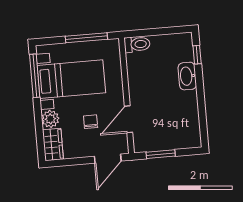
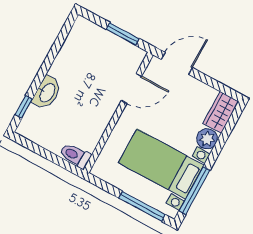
window: (86, 38) -> (142, 206), moved
chair: (91, 122) -> (170, 110), removed

